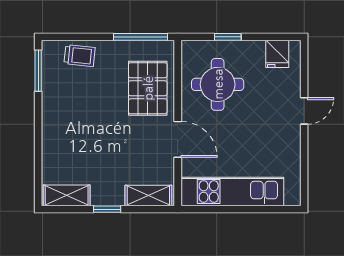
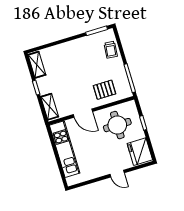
fridge: (277, 54) -> (140, 152), width x1.88, depth x1.34
pallet: (148, 88) -> (104, 90), width x0.67, depth x0.71
door: (178, 139) -> (83, 113), hinge flipped

